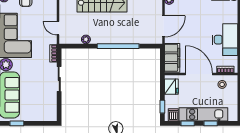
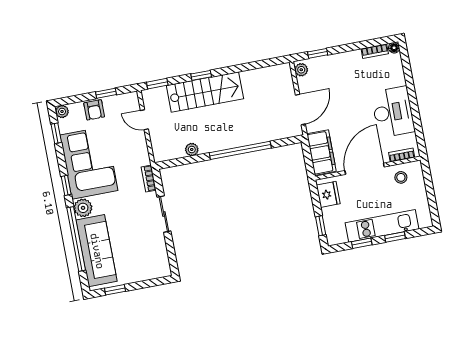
door: (58, 28) -> (144, 120), moved
door: (199, 74) -> (365, 169), hinge flipped
dishwasher: (173, 115) -> (339, 235), removed

